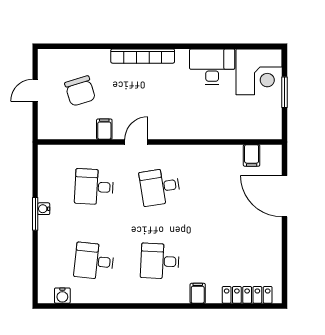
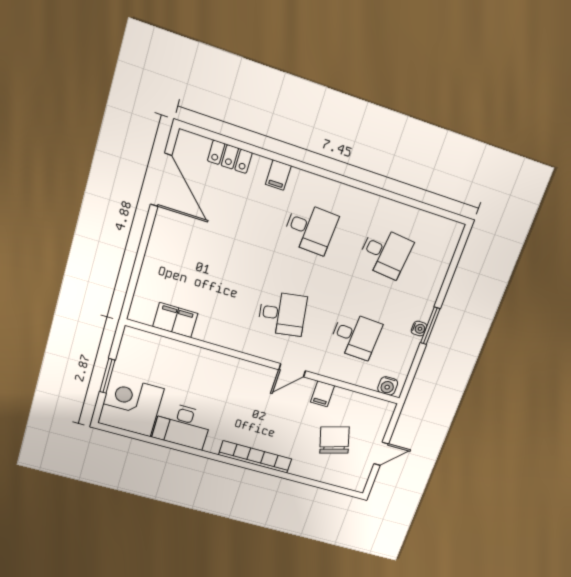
filing cabinet: (252, 155) -> (175, 320), width x2.00
door: (285, 196) -> (161, 180), moved
locker: (247, 295) -> (230, 157), width x0.66
water cooler: (62, 296) -> (388, 386), moved, turned 180

